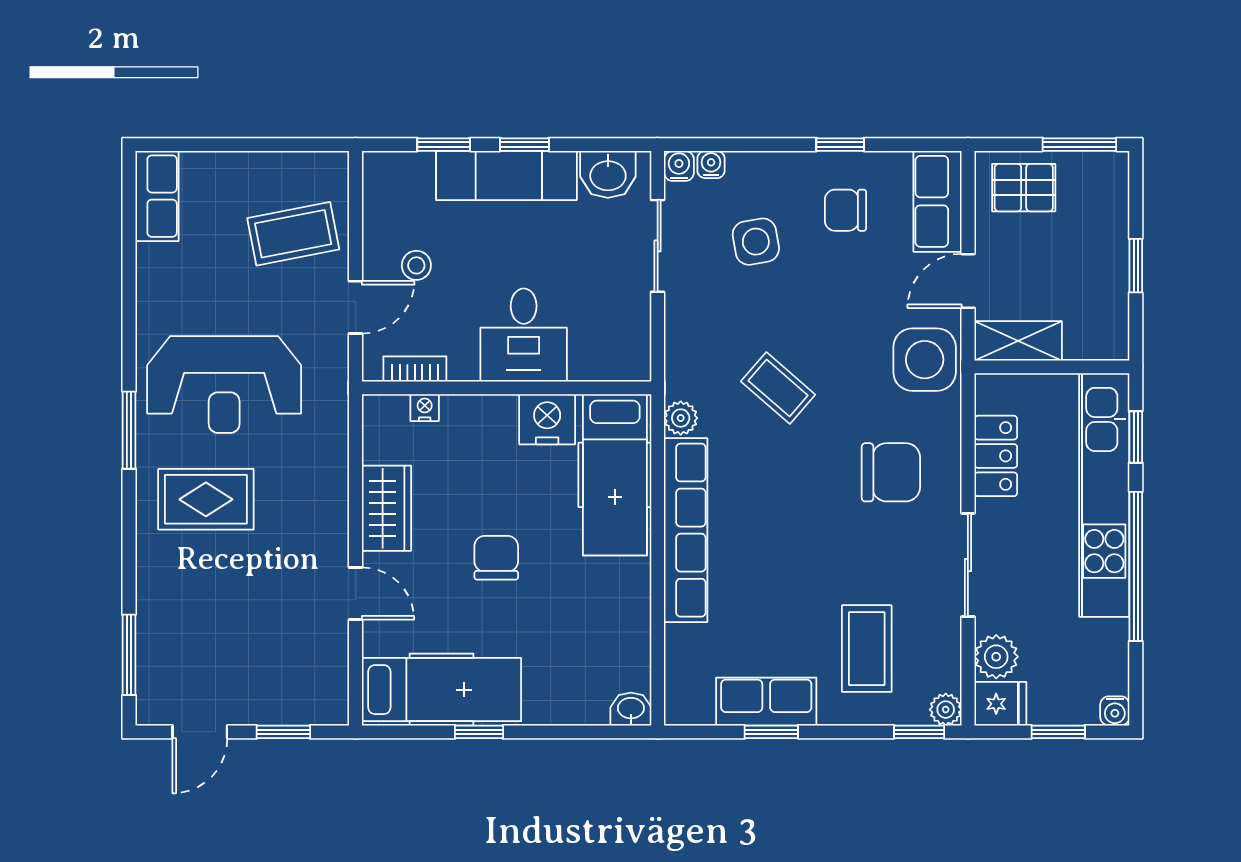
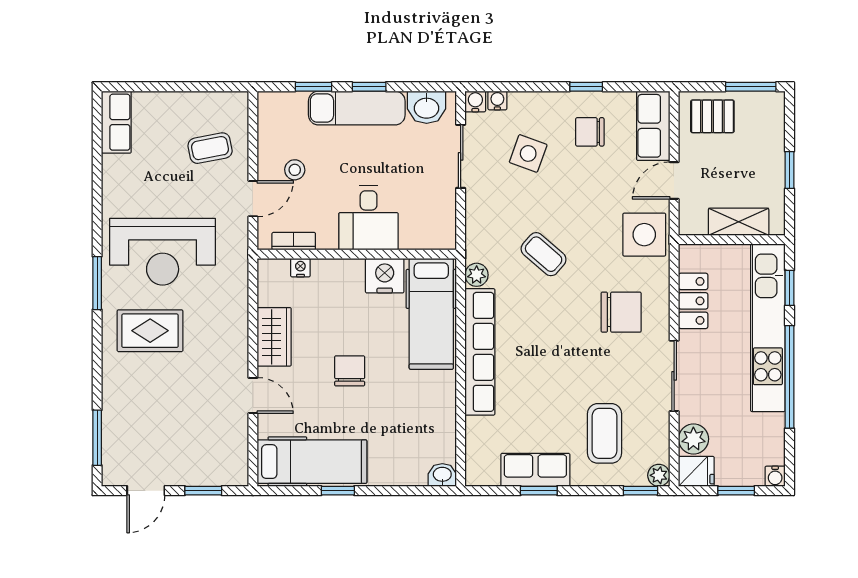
coffee table: (293, 234) -> (210, 148), width x0.73, depth x0.77
side table: (756, 242) -> (528, 153), turned 30
shelving: (1018, 341) -> (739, 222), moved

